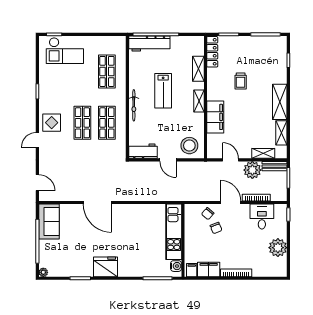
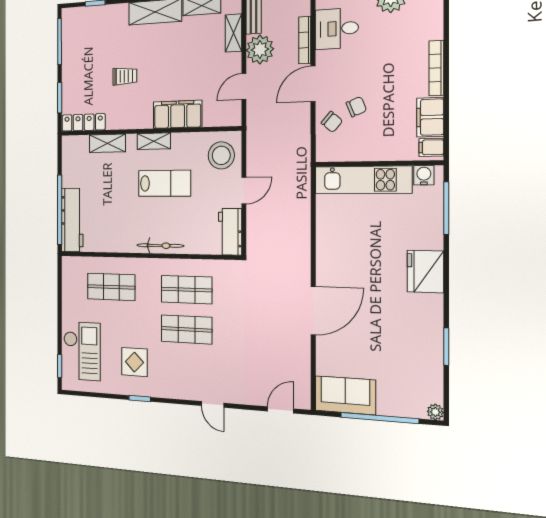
lab bench: (163, 91) -> (165, 183), moved
display table: (52, 123) -> (134, 362), moved
fridge: (105, 267) -> (425, 271), moved

